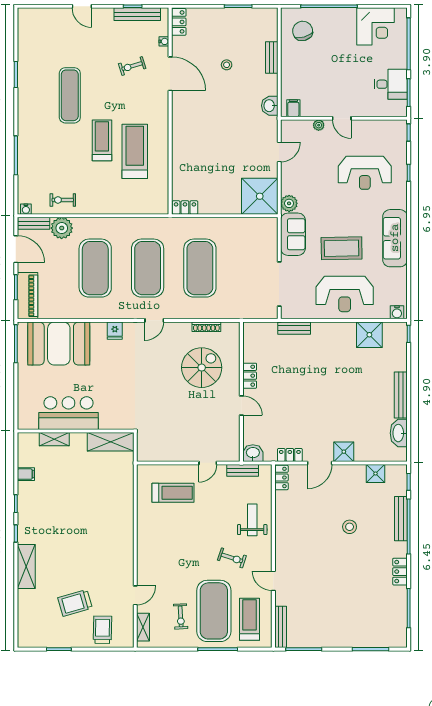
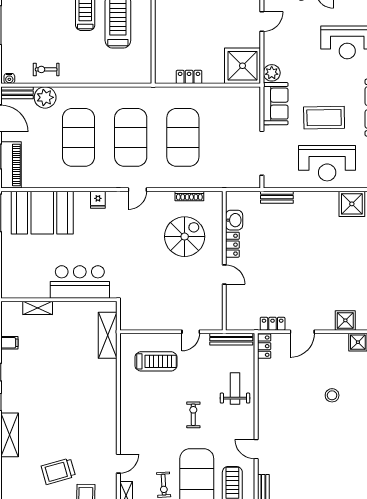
locker: (185, 207) -> (189, 77), moved
bar counter: (68, 413) -> (80, 282), moved
shelving: (111, 442) -> (108, 335), moved, turned 90
shower: (344, 452) -> (345, 320), moved
washbasin: (253, 453) -> (234, 220), moved, turned 90
bench: (243, 470) -> (231, 339), width x1.36
exercise bike: (232, 558) -> (193, 415), moved, turned -108

